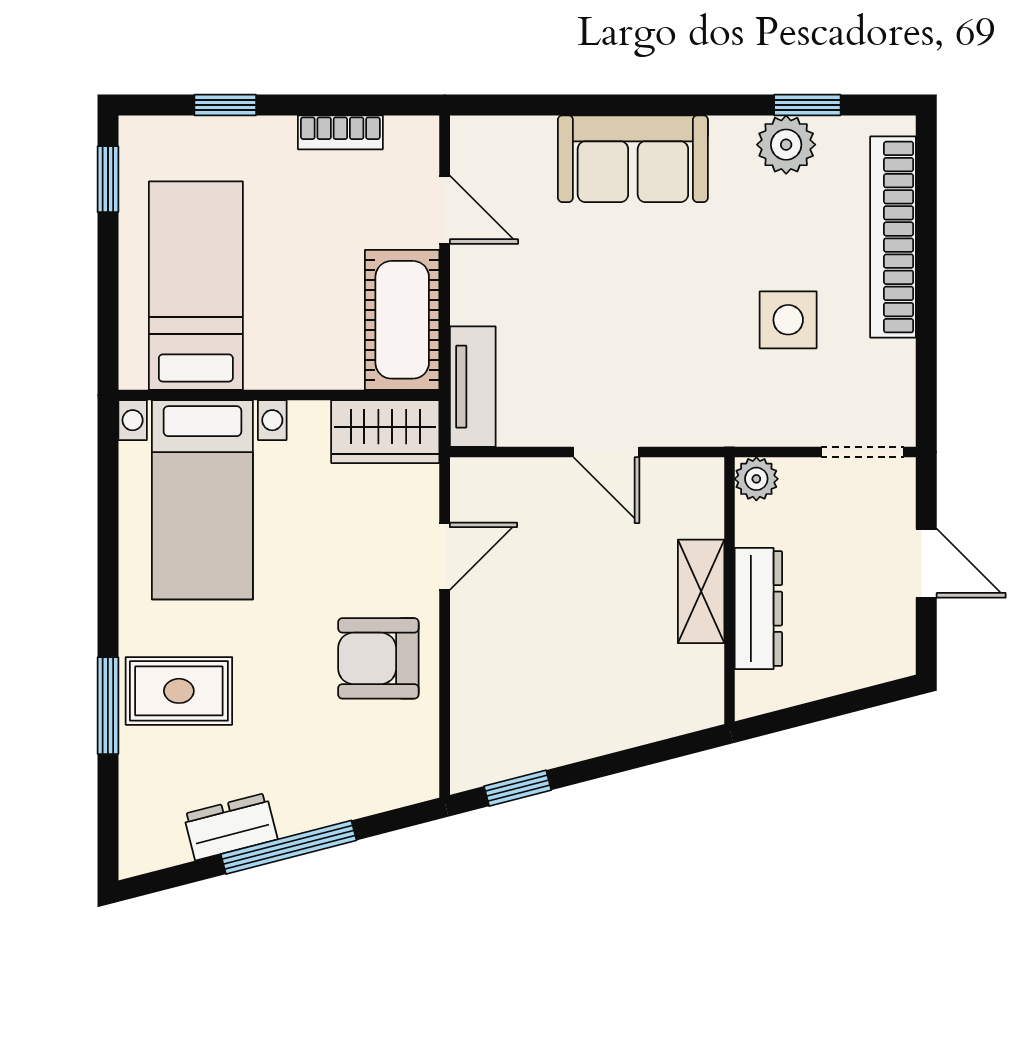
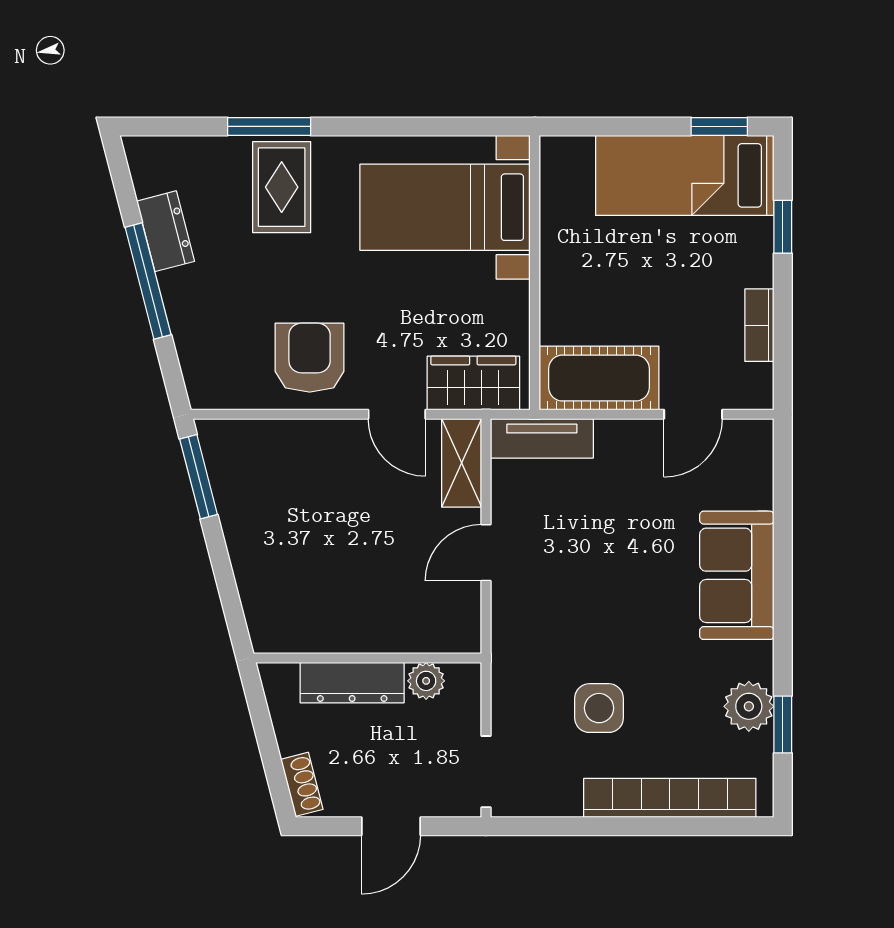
bed: (196, 286) -> (685, 175), moved, turned 180
wardrobe: (385, 432) -> (473, 383), moved, turned 90
plant: (756, 479) -> (426, 681), moved
shelving: (701, 591) -> (462, 463), moved, turned 90
shoe rack: (877, 667) -> (302, 784), added
window: (518, 788) -> (199, 477), width x1.50

